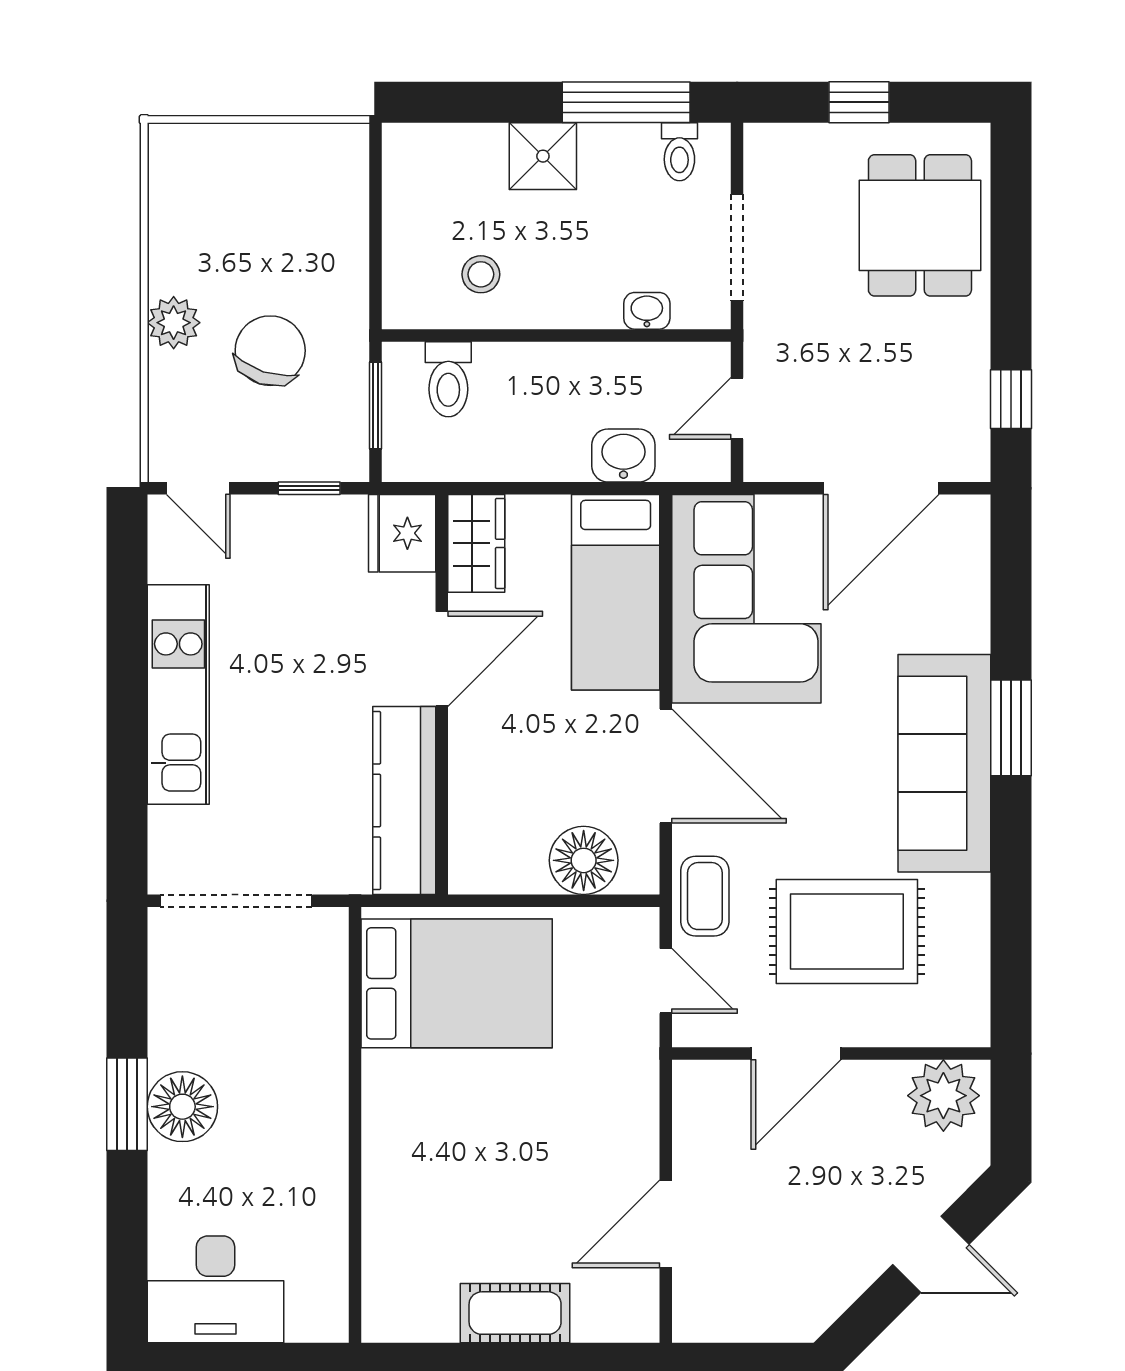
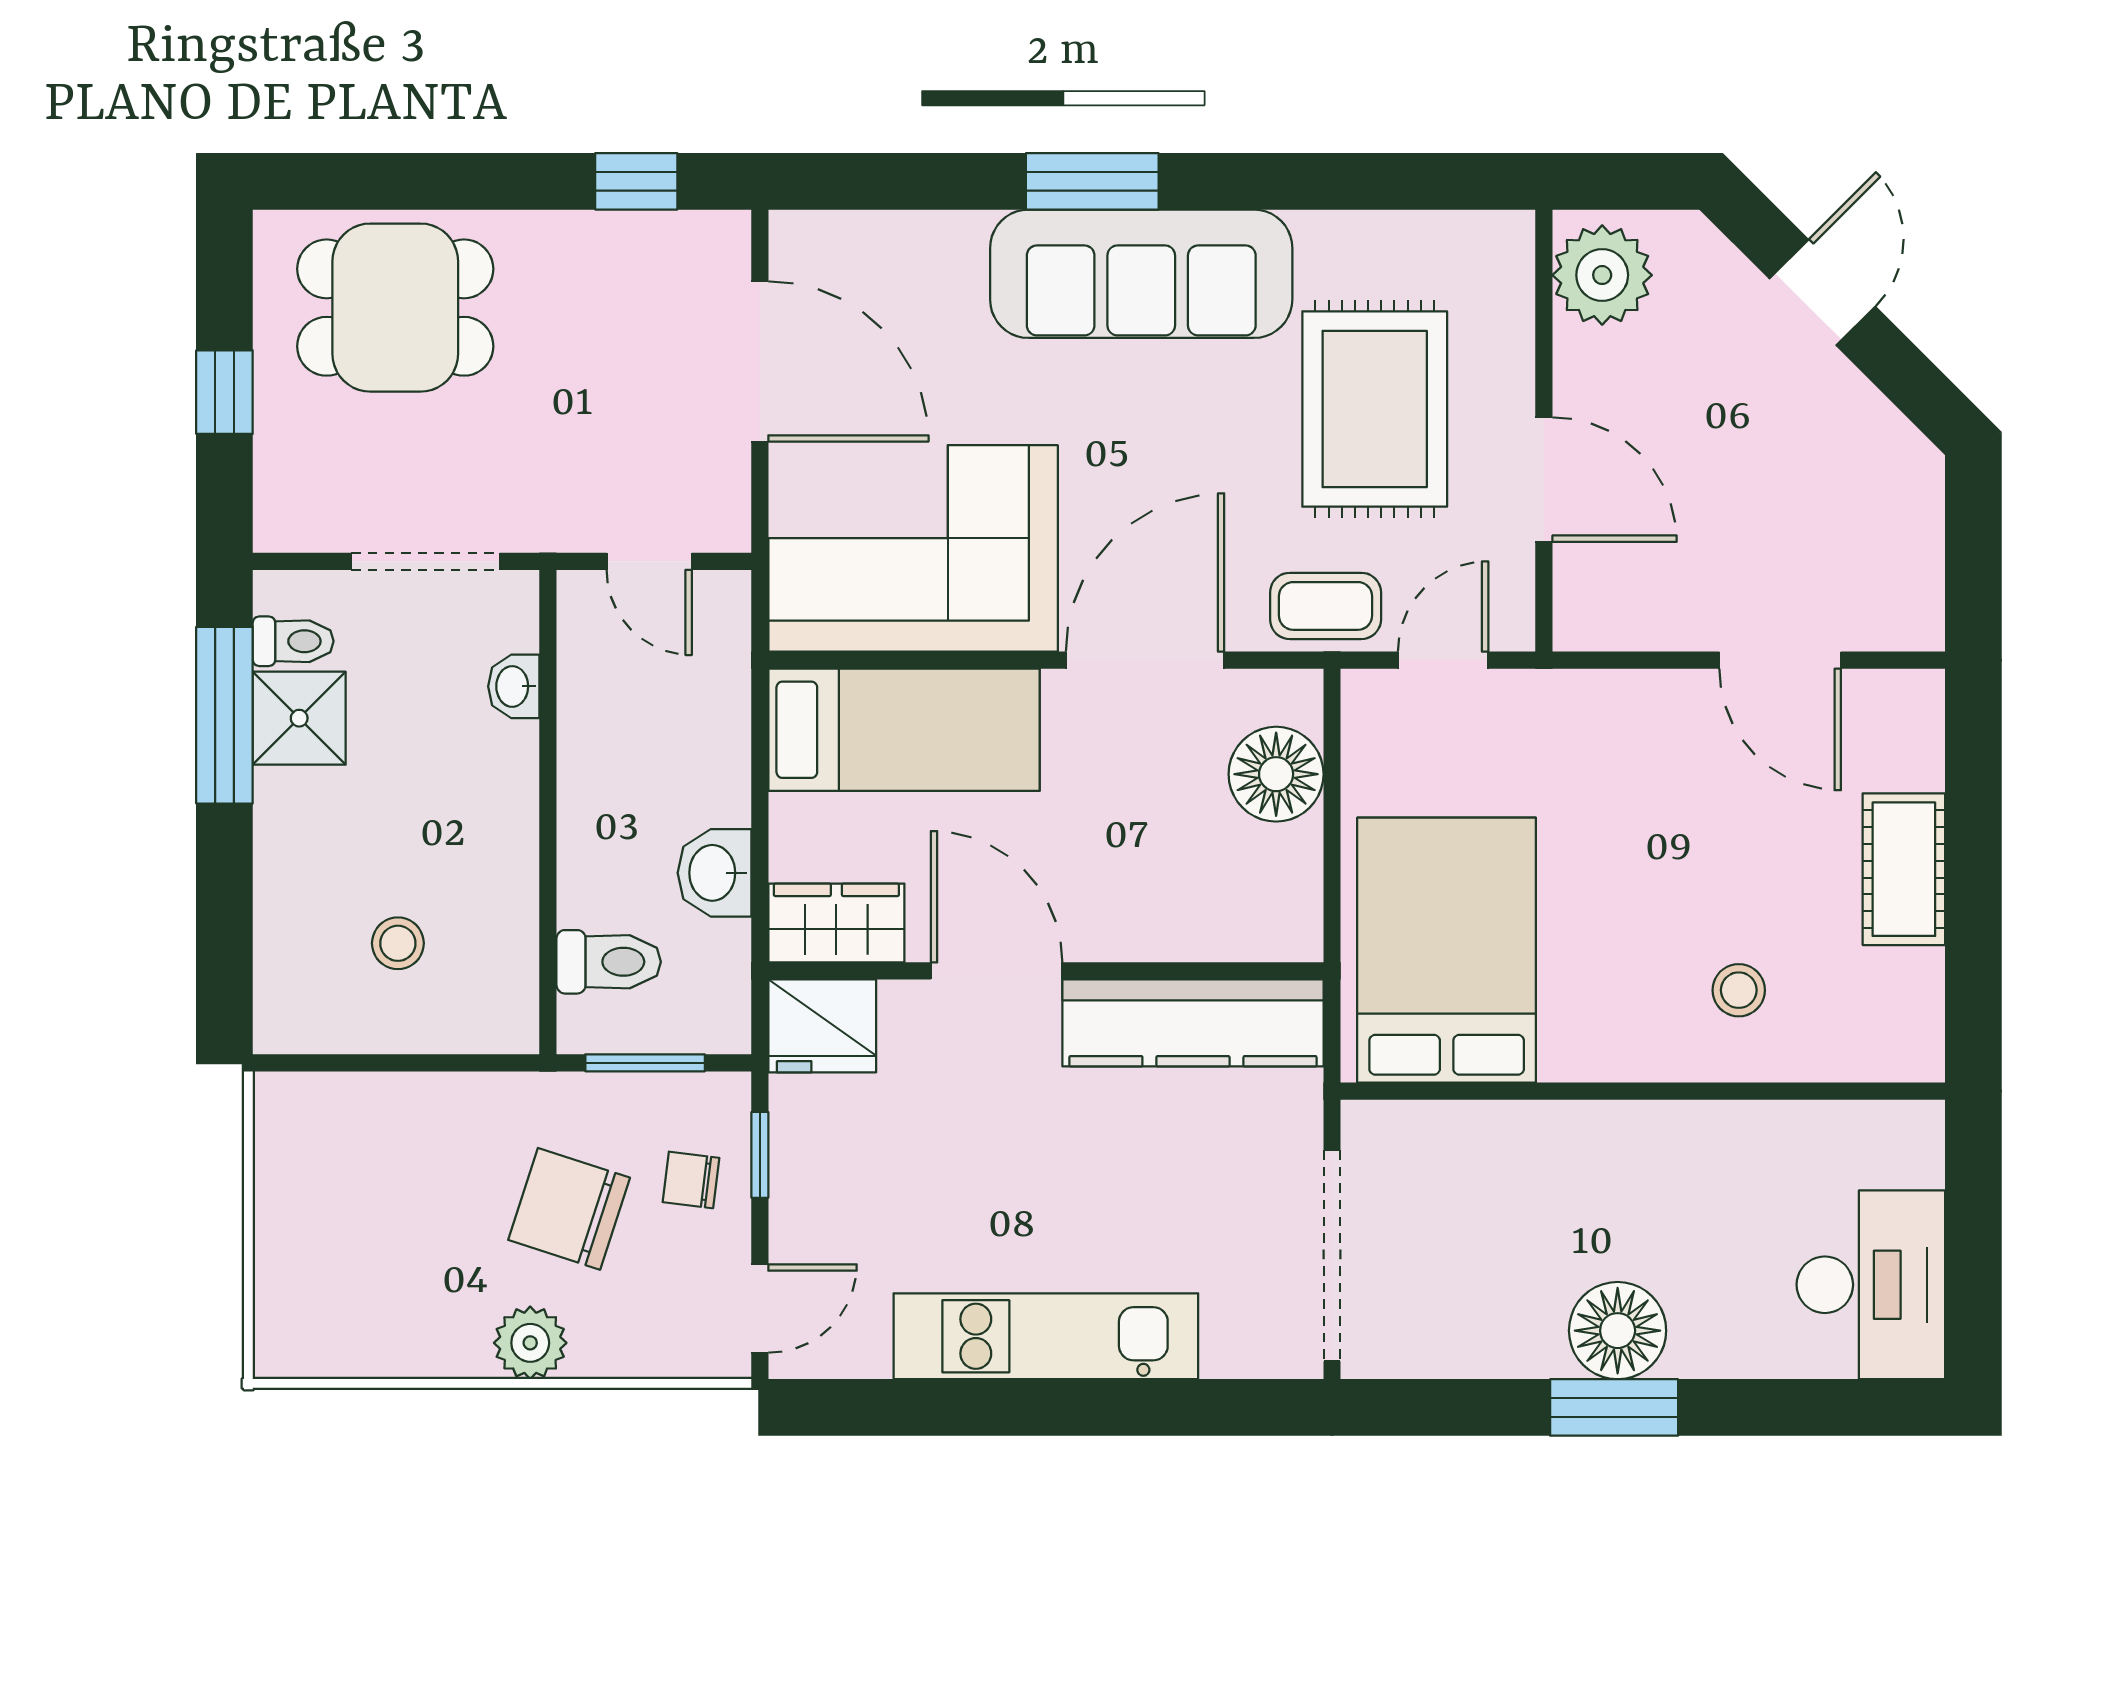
shower: (543, 156) -> (299, 718), moved
stool: (481, 274) -> (398, 943), moved
chair: (291, 439) -> (691, 1180), added
washbasin: (623, 455) -> (714, 873), moved
stool: (428, 1194) -> (1739, 990), added

